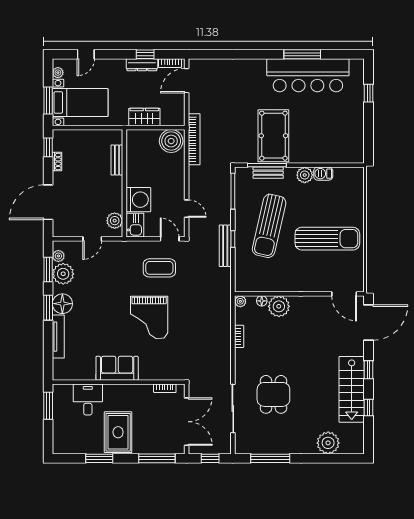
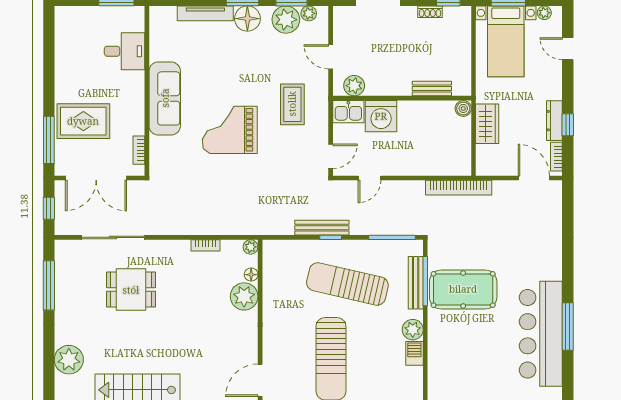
boiler: (171, 141) -> (463, 108), moved, width x0.54, depth x0.54
bench: (268, 173) -> (416, 283), width x1.36
coffee table: (159, 268) -> (292, 104), moved
sofa: (117, 368) -> (165, 98), width x1.36
rug: (118, 432) -> (83, 121), moved
window: (99, 458) -> (49, 66), removed

